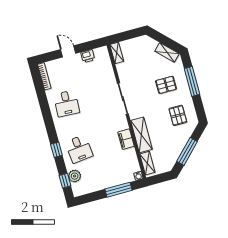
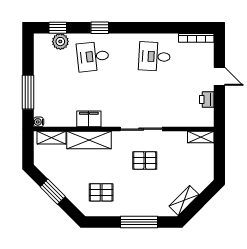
door: (68, 51) -> (219, 76), hinge flipped
pallet: (166, 85) -> (145, 160), moved, turned 90
window: (187, 151) -> (53, 192), width x0.69

